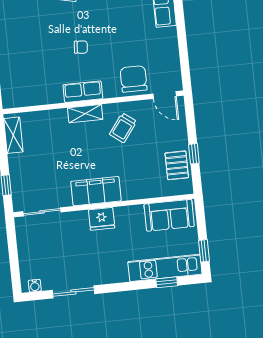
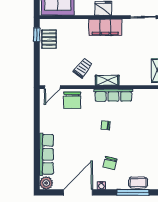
row of seats: (83, 92) -> (113, 95), width x1.48
door: (165, 95) -> (52, 87), swing flipped
window: (194, 154) -> (37, 35), moved

